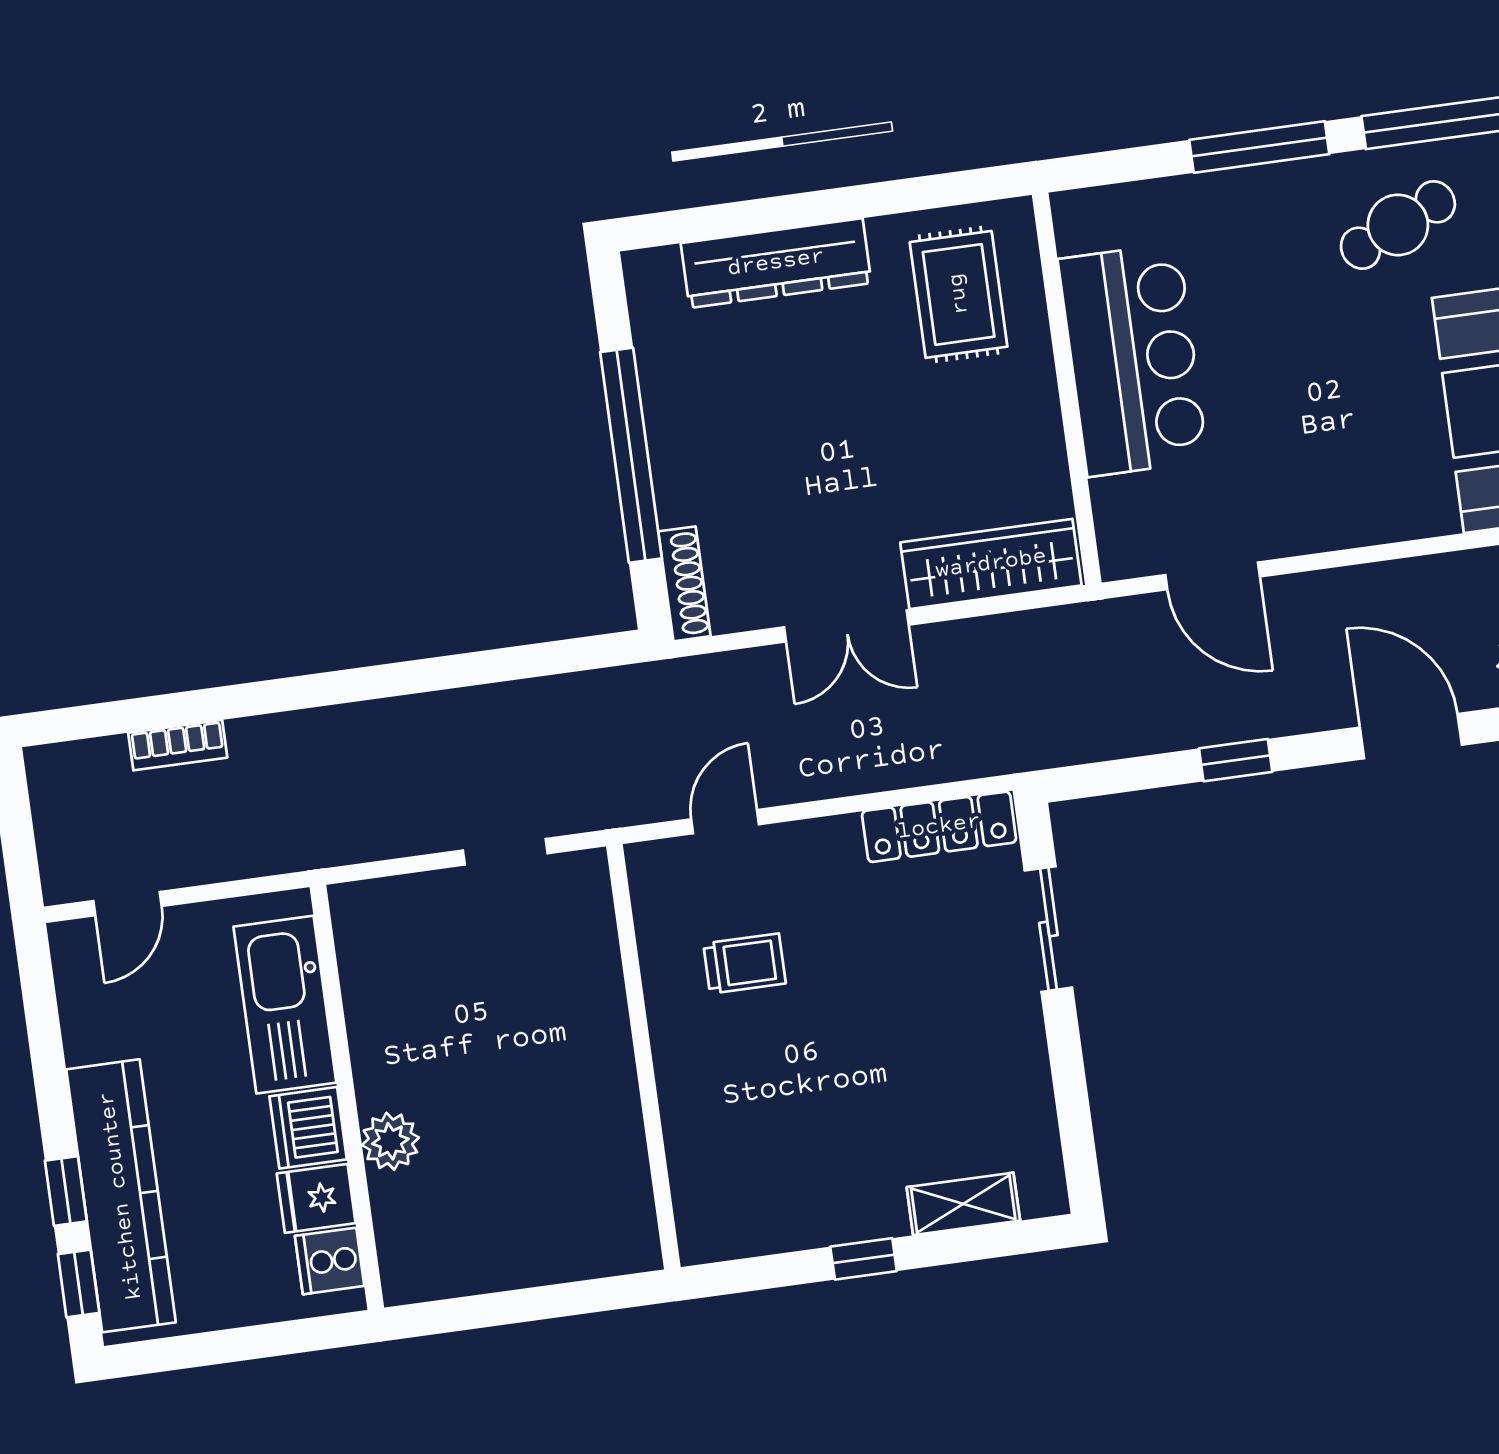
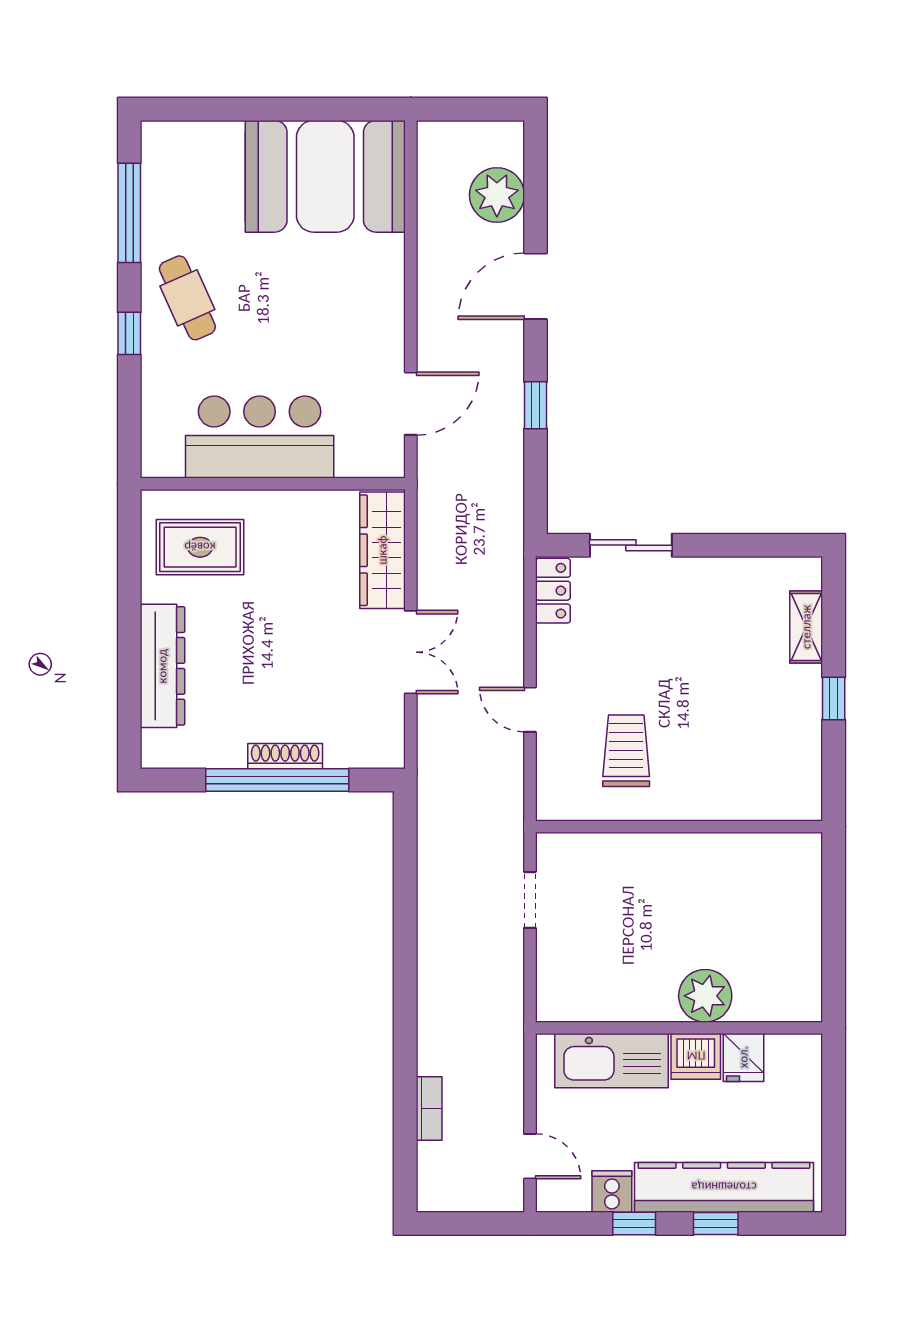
window: (1259, 147) -> (129, 333), width x0.46
cafe table: (1398, 225) -> (187, 298), moved
shoe rack: (684, 584) -> (285, 756), moved
door: (725, 822) -> (530, 710), moved
locker: (939, 827) -> (553, 591), width x0.66
trolley: (744, 964) -> (626, 751), width x1.36, depth x1.39
plant: (390, 1141) -> (705, 996), width x1.36, depth x1.36
cooker: (330, 1261) -> (612, 1191), moved, turned 180
window: (79, 1283) -> (634, 1224), moved

